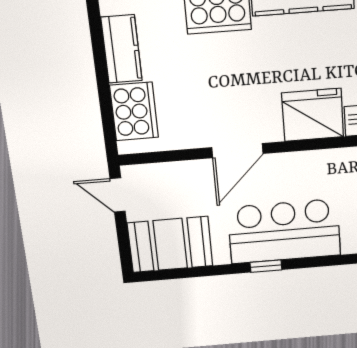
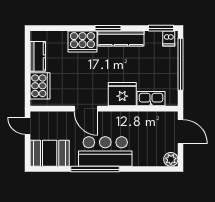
door: (238, 151) -> (86, 109), hinge flipped
window: (266, 266) -> (95, 169), width x3.17

